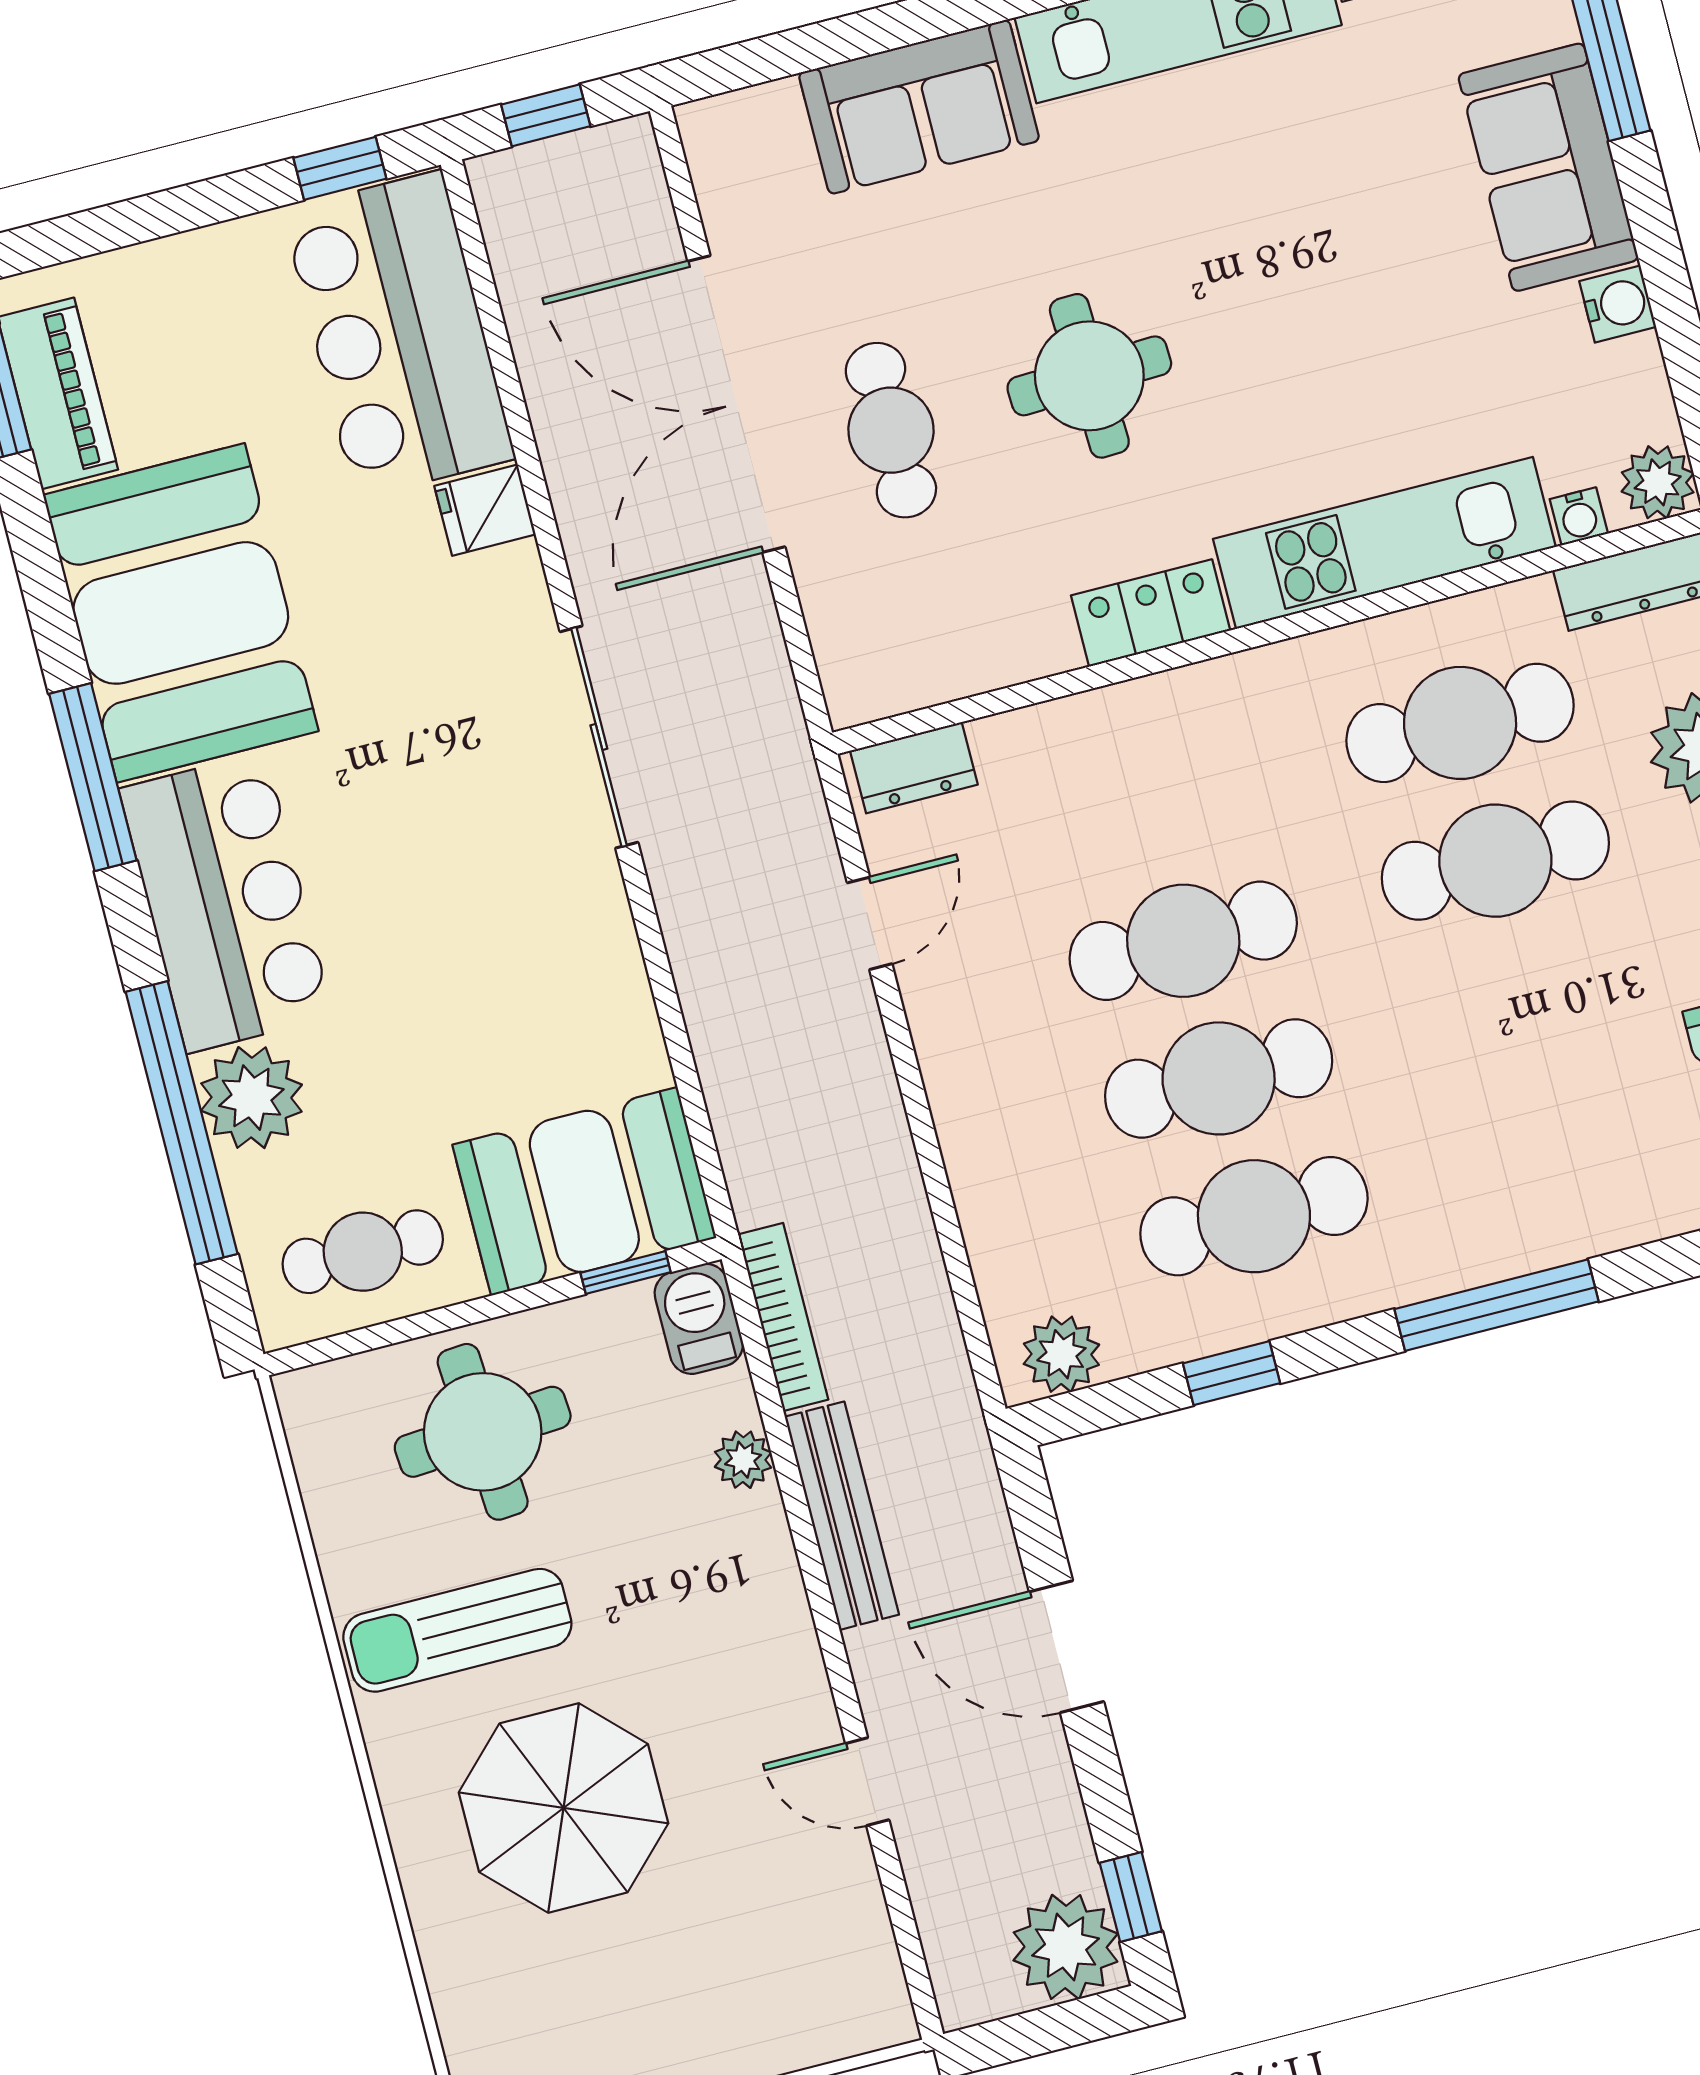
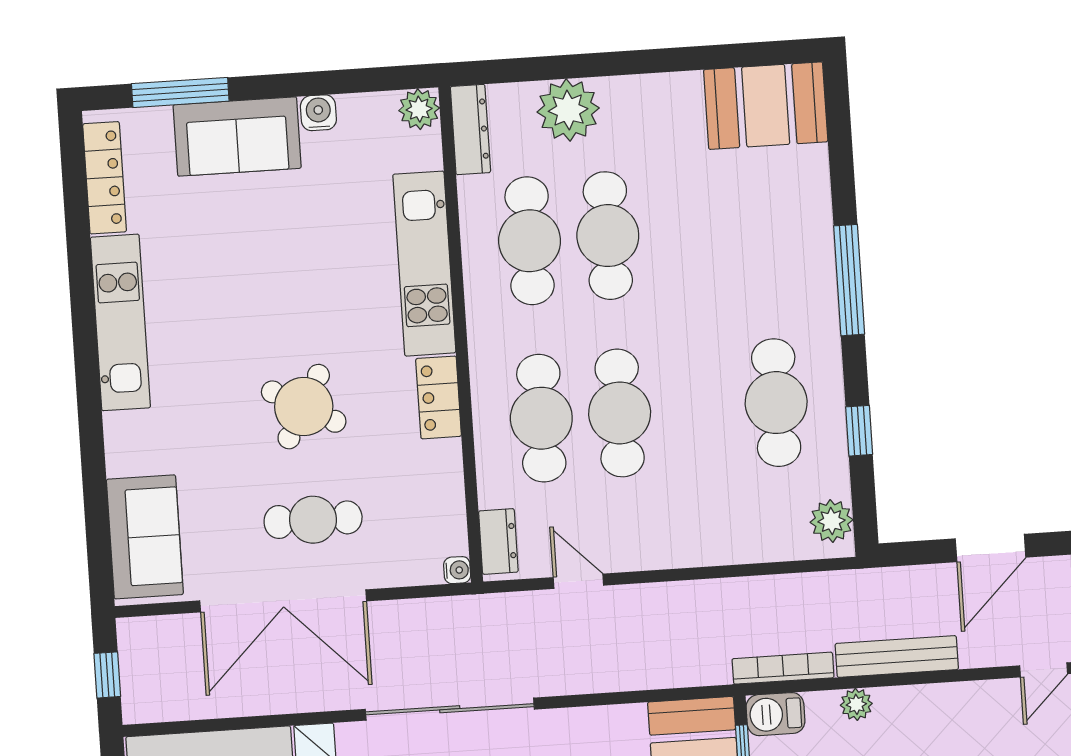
sofa: (919, 107) -> (145, 537), moved
round table: (1089, 376) -> (304, 407), turned 31
water cooler: (1579, 516) -> (457, 570), moved
sliding door: (599, 737) -> (450, 709), width x1.36
cafe table: (1219, 1078) -> (541, 418), moved

